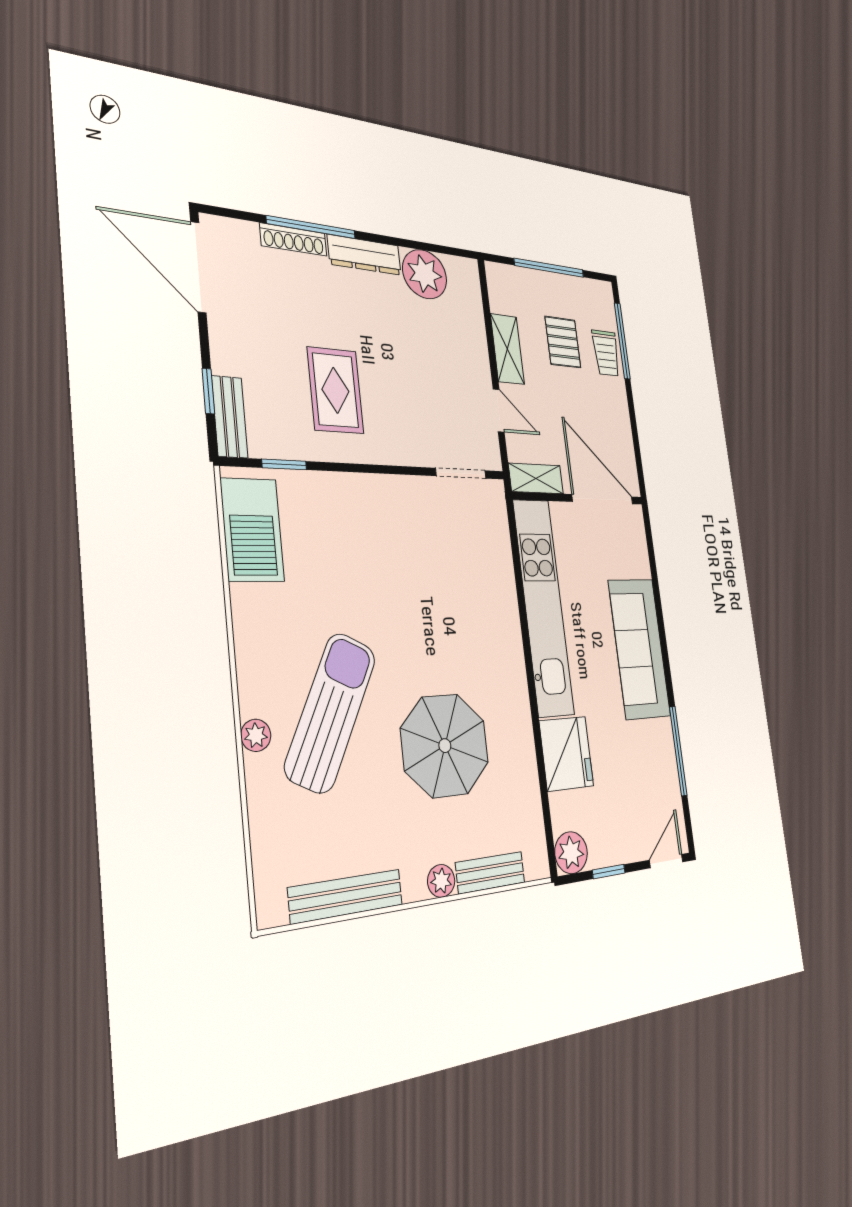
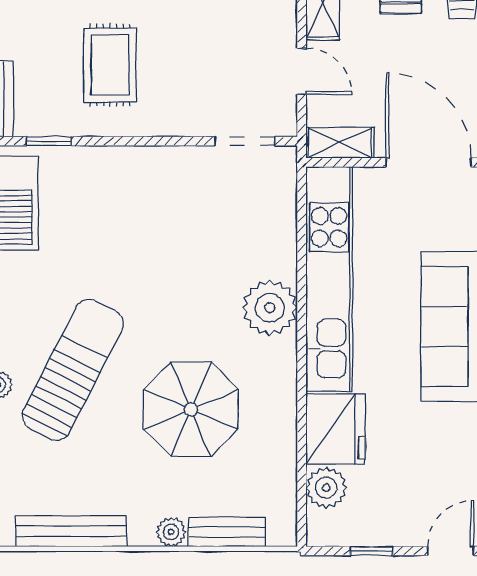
plant: (500, 637) -> (270, 308), added
plant: (571, 853) -> (326, 488), moved

